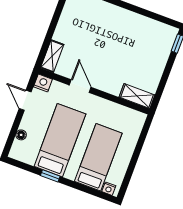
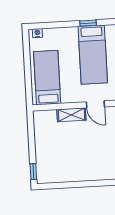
shelving: (137, 96) -> (71, 115), moved
bed: (98, 157) -> (47, 78), moved, turned 180

